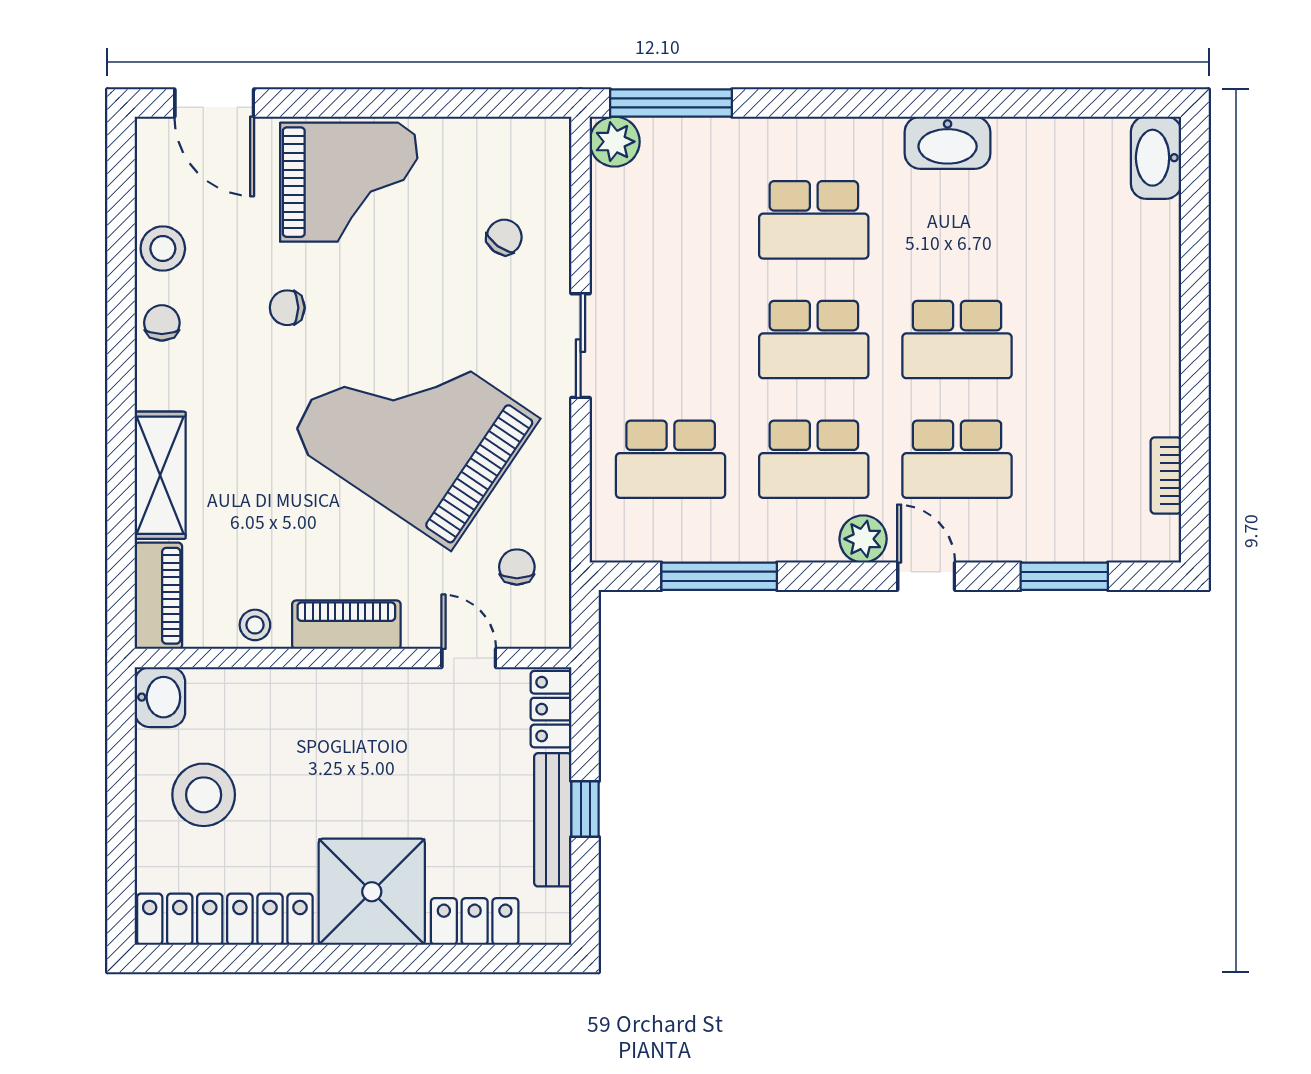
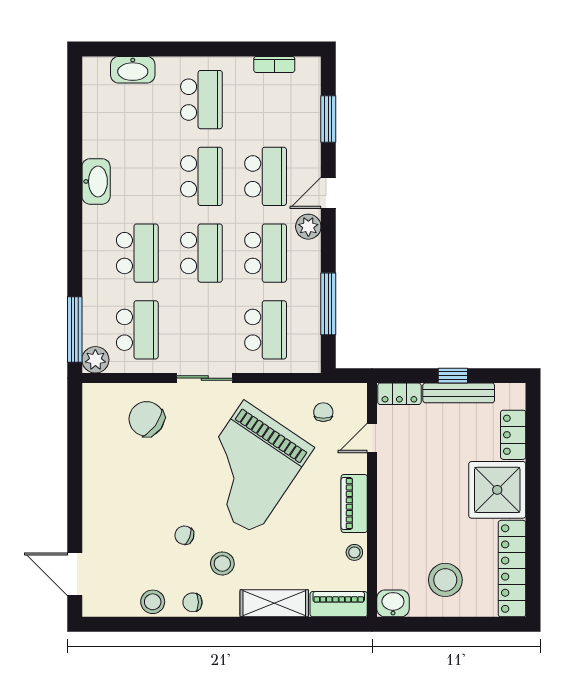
door: (214, 103) -> (75, 574), swing flipped
washbasin: (1156, 158) -> (133, 70), moved
grand piano: (349, 182) -> (117, 502), removed
school desk: (671, 220) -> (137, 330), added
chair: (504, 237) -> (147, 419), width x1.87, depth x1.87
chair: (287, 308) -> (184, 535), turned 110
school desk: (1100, 340) -> (201, 100), added
stool: (234, 379) -> (222, 563), added
chair: (517, 567) -> (323, 412), turned 90

